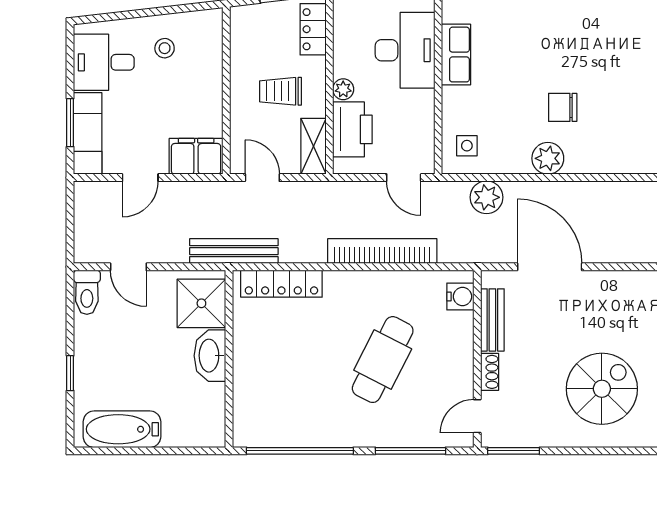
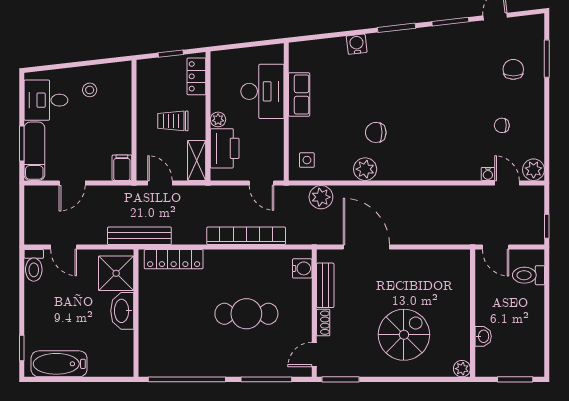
filing cabinet: (196, 156) -> (122, 168), width x0.50
cafe table: (383, 360) -> (246, 314), turned 63
window: (70, 373) -> (22, 348), moved

